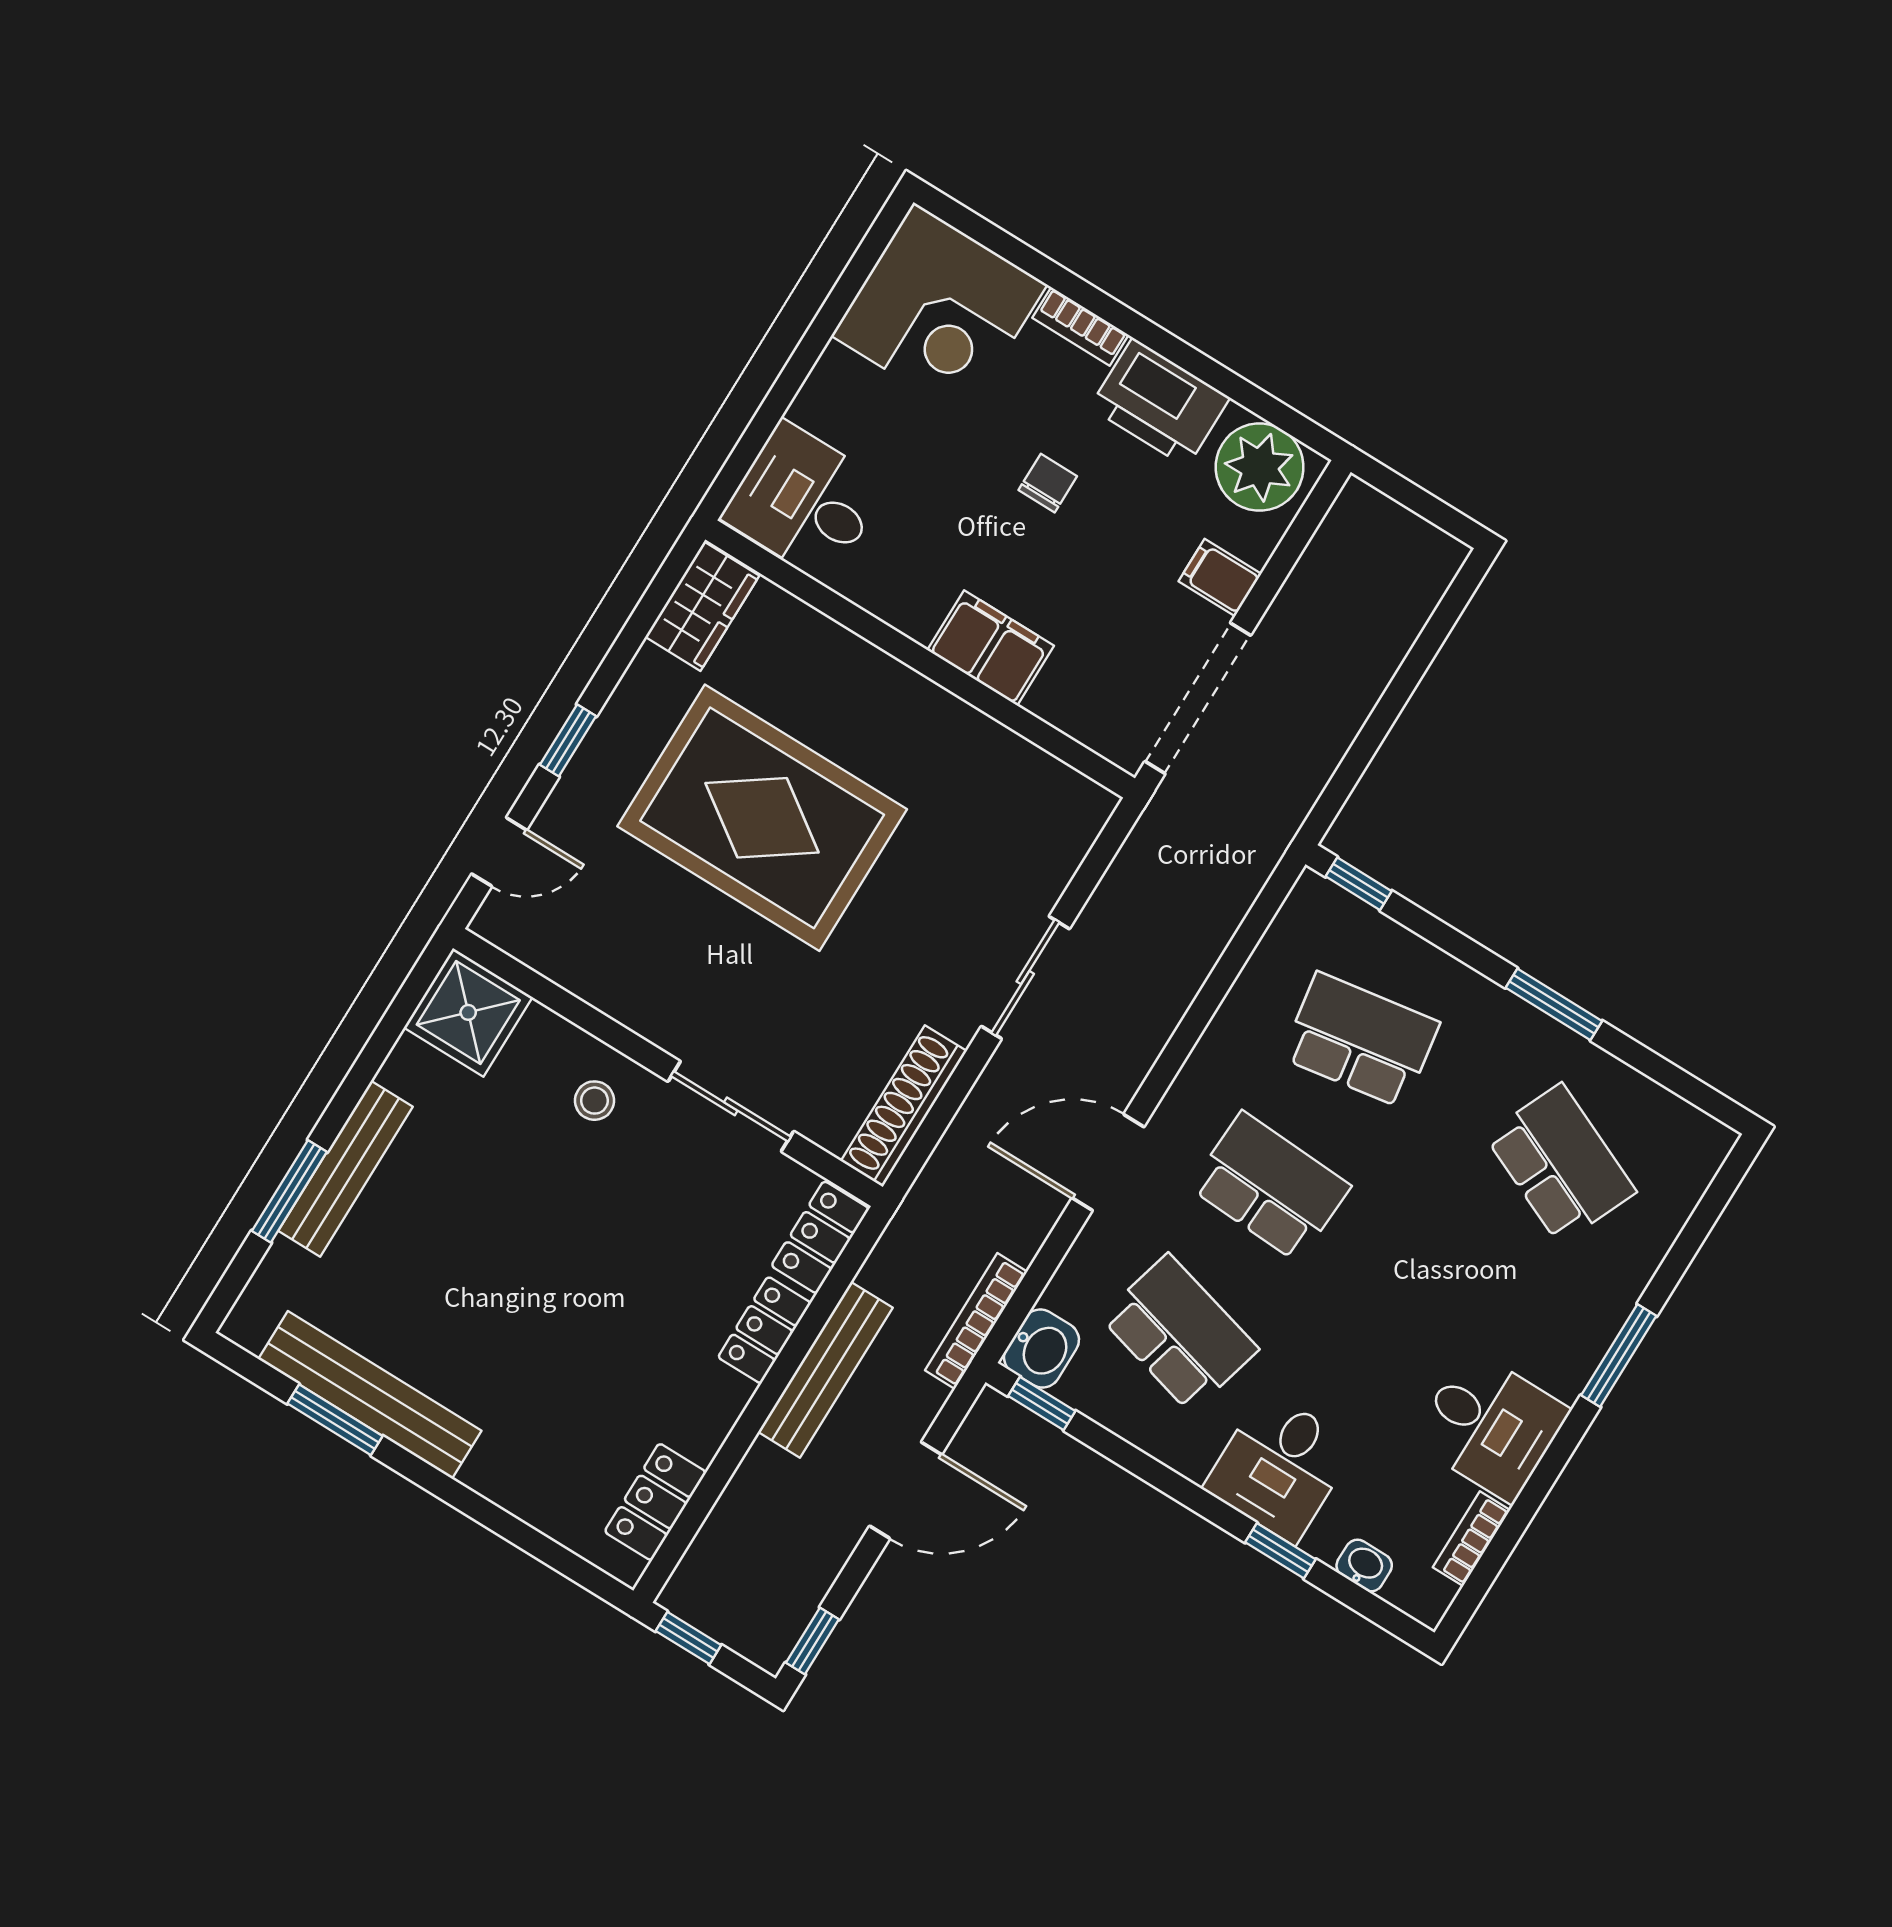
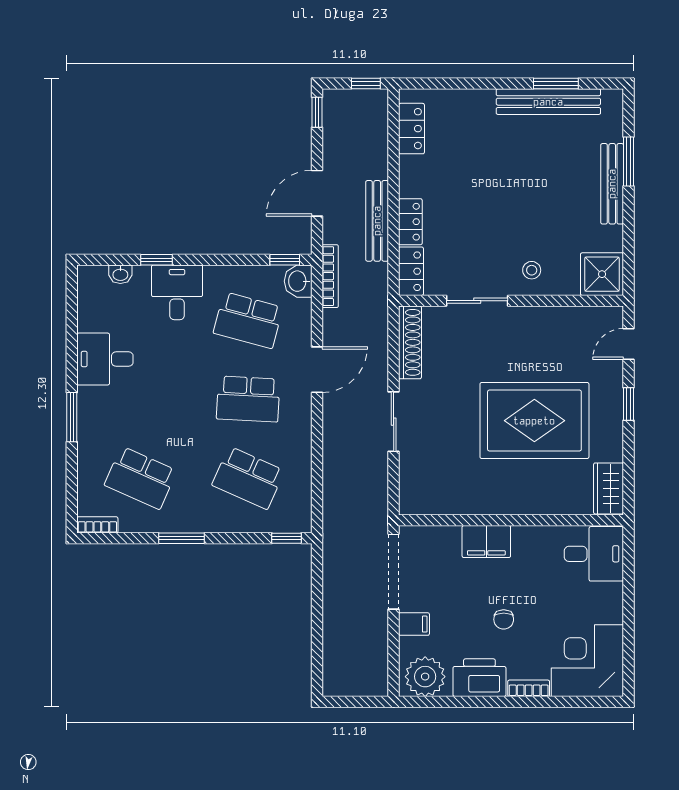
school desk: (1360, 1040) -> (248, 478), turned 33
bookcase: (1472, 1539) -> (97, 525), moved, turned -90

